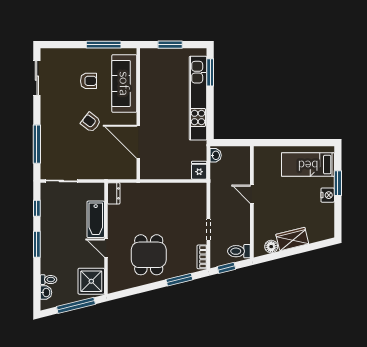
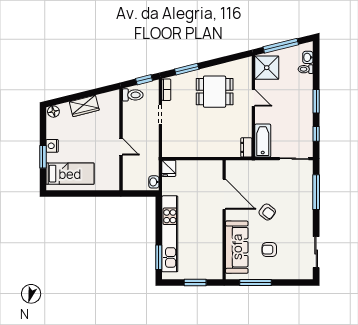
bathtub: (96, 219) -> (263, 141), moved
floor lamp: (271, 247) -> (53, 112), moved
dining table: (149, 255) -> (215, 92), turned 90

